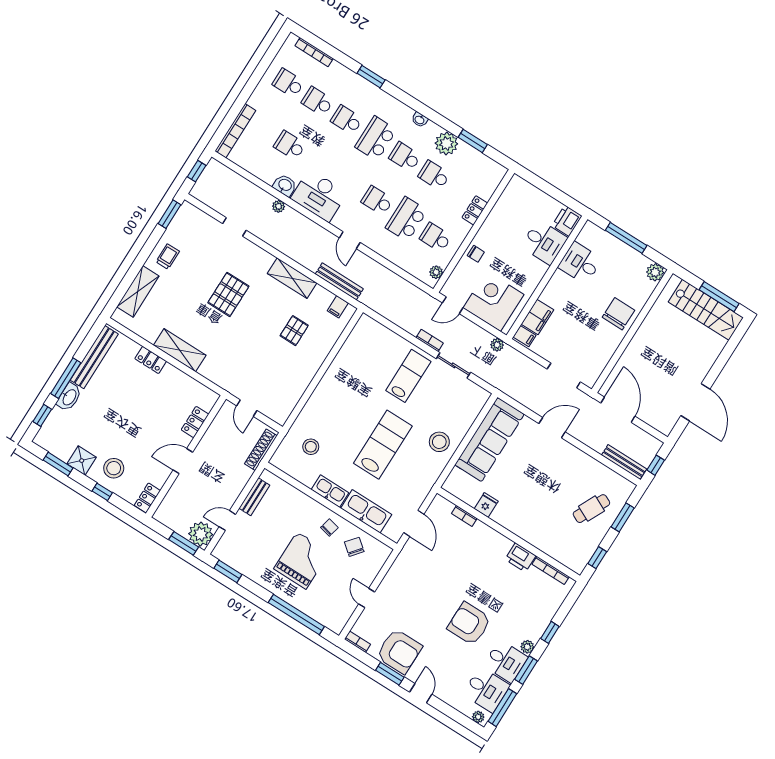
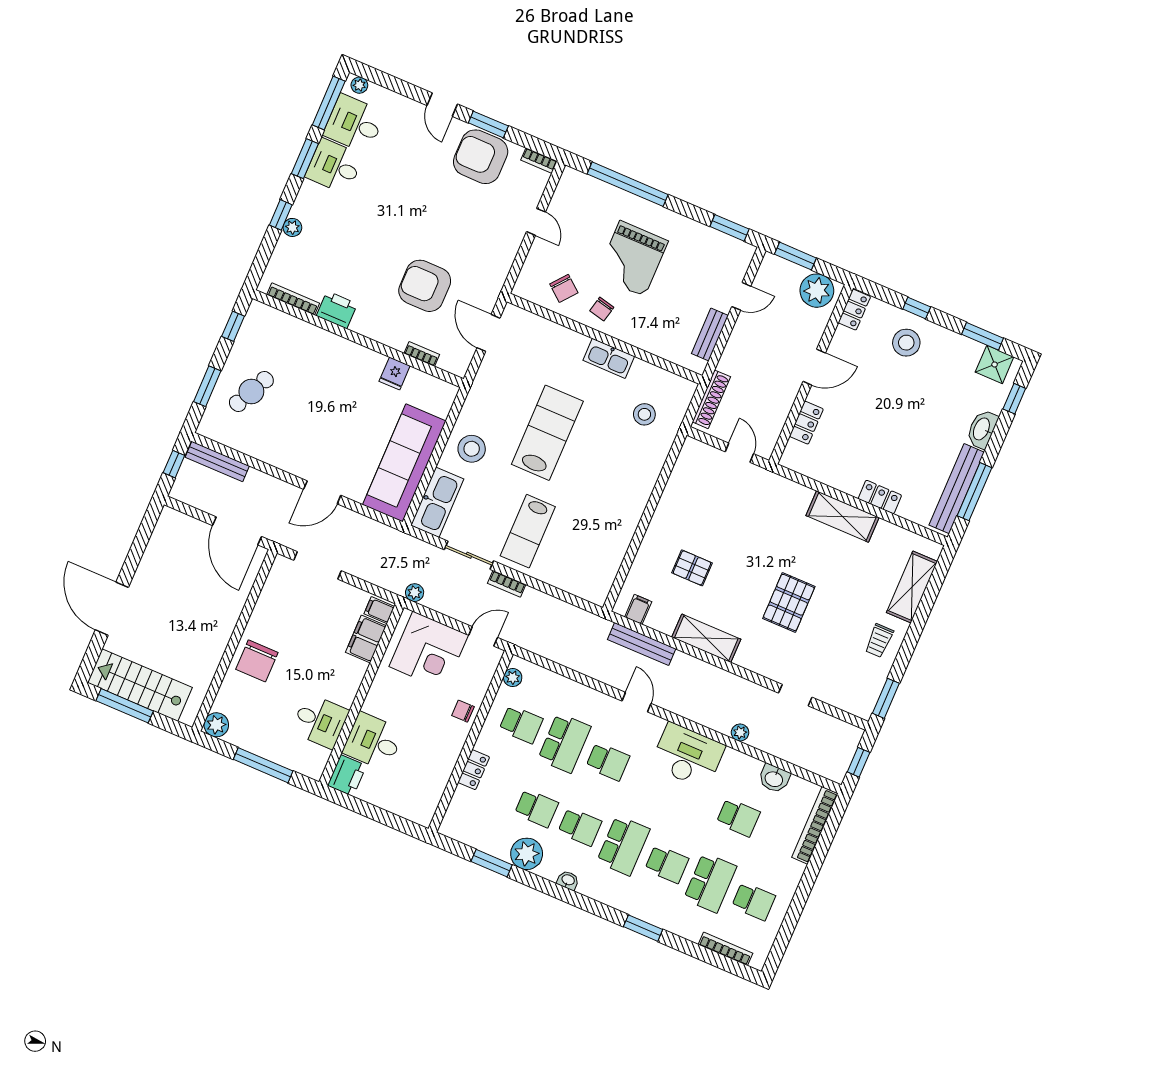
school desk: (317, 101) -> (710, 883), width x1.85
washbasin: (285, 185) -> (774, 779), moved
pallet: (294, 331) -> (692, 568), turned 90
window: (66, 378) -> (975, 492), moved
door: (695, 402) -> (112, 609), moved
lab bench: (383, 445) -> (547, 433), turned 180
shower: (82, 461) -> (995, 364), moved
kitchen sink: (366, 511) -> (437, 502), moved, turned -90
plant: (201, 534) -> (817, 291), moved
armchair: (469, 624) -> (425, 286), moved, turned 180
plant: (527, 647) -> (292, 227), moved

